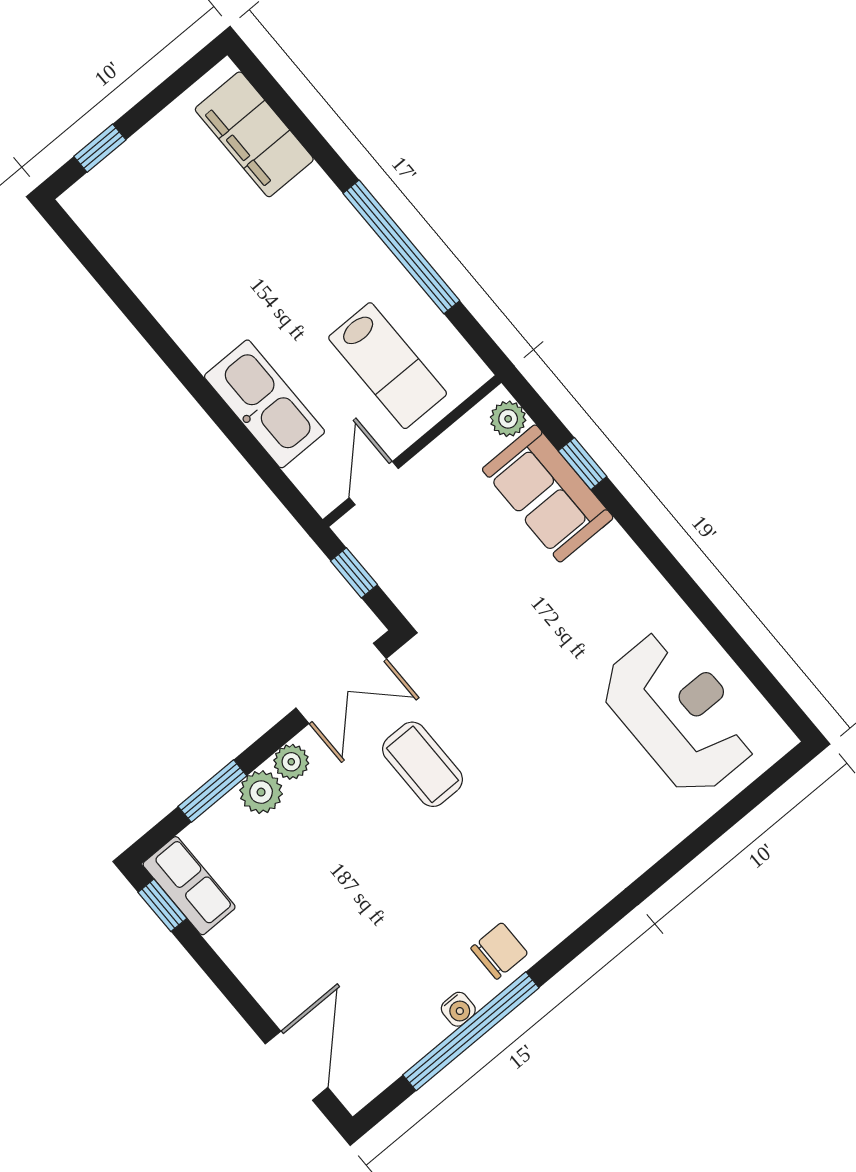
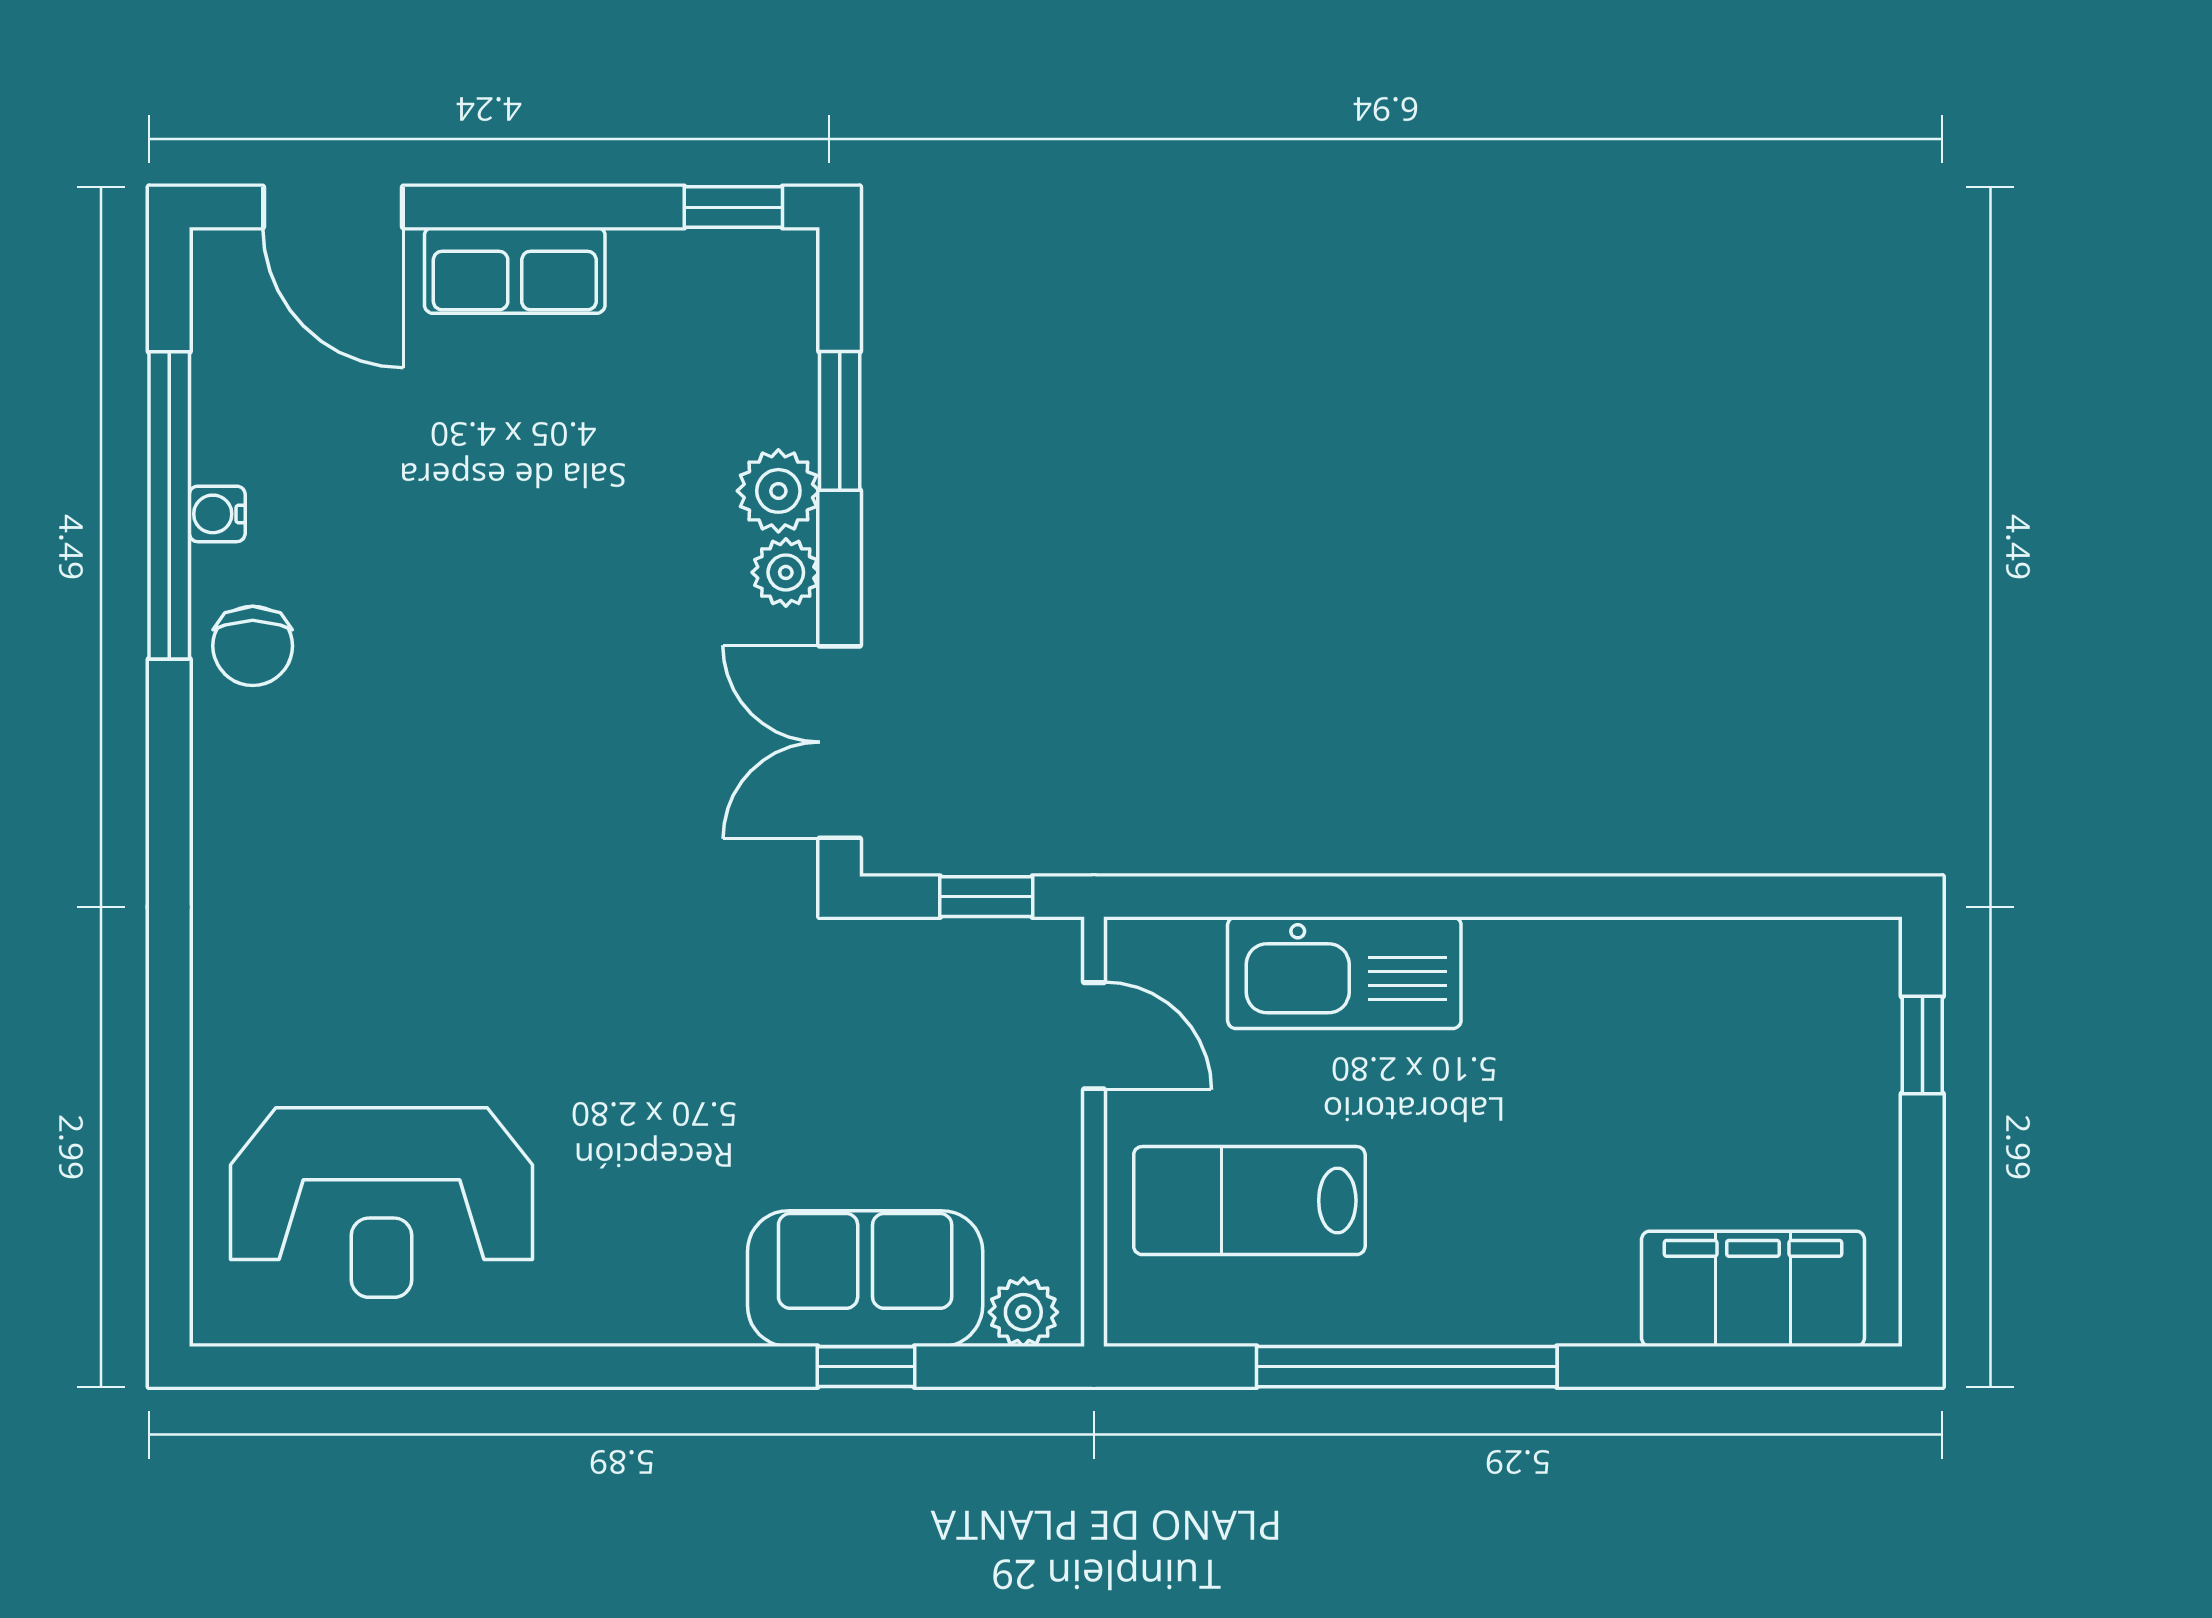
coffee table: (423, 764) -> (621, 762), removed
row of seats: (189, 886) -> (515, 270), moved

